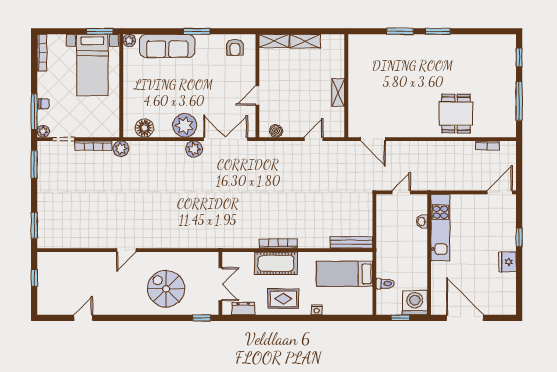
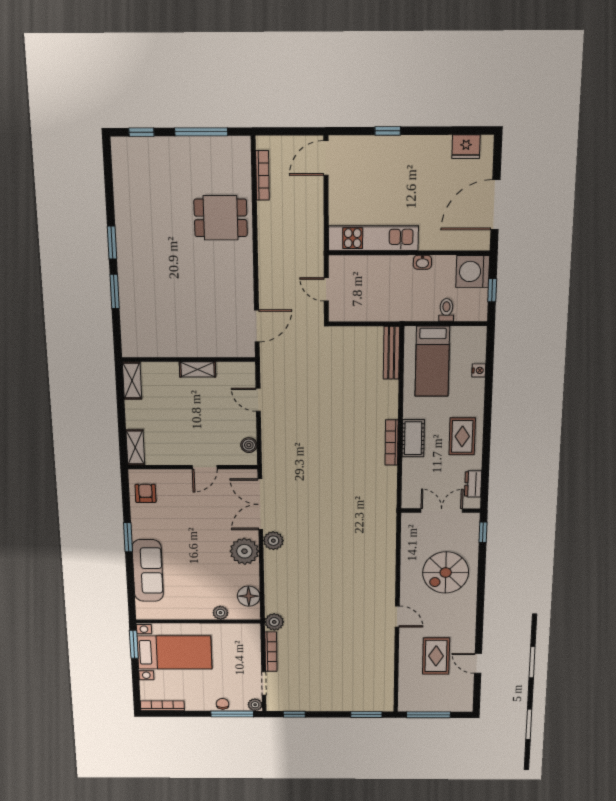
plant: (129, 41) -> (220, 613), moved
shelving: (305, 41) -> (132, 381), moved
armchair: (235, 47) -> (146, 493), turned -90
door: (257, 95) -> (205, 467), hinge flipped
bookcase: (487, 145) -> (263, 175), width x1.56
window: (34, 164) -> (294, 714), width x0.67
door: (500, 192) -> (326, 158), hinge flipped
washbasin: (422, 221) -> (422, 262), moved
fridge: (508, 262) -> (466, 147), moved
cot: (276, 263) -> (413, 438), width x0.73, depth x0.75
window: (34, 278) -> (428, 715), width x2.17
rug: (90, 283) -> (436, 656), added
nightstand: (317, 310) -> (479, 370), moved

